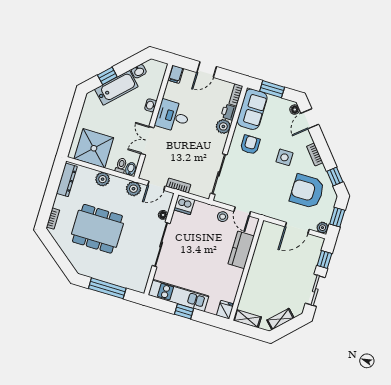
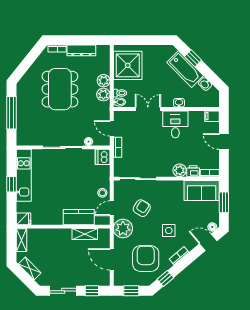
armchair: (250, 145) -> (142, 208), moved, turned -58
dresser: (67, 180) -> (81, 50), moved
plant: (133, 189) -> (103, 95), moved
plant: (322, 228) -> (123, 229), moved, width x1.87, depth x1.87
shelving: (261, 249) -> (85, 234), added

